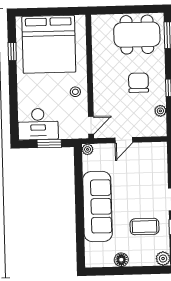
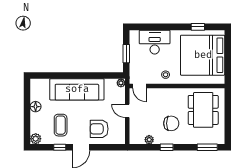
dining table: (137, 35) -> (203, 110), moved
desk: (38, 124) -> (155, 42), moved, turned 90
armchair: (148, 176) -> (99, 129), added

